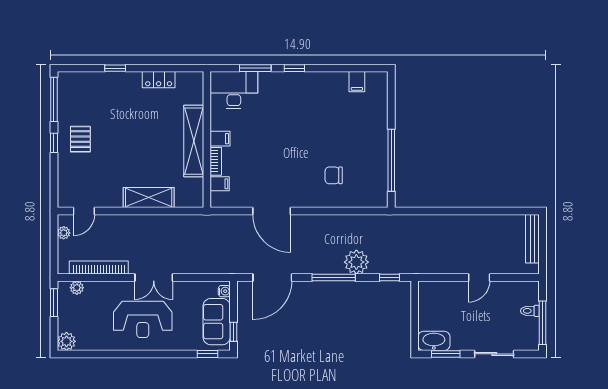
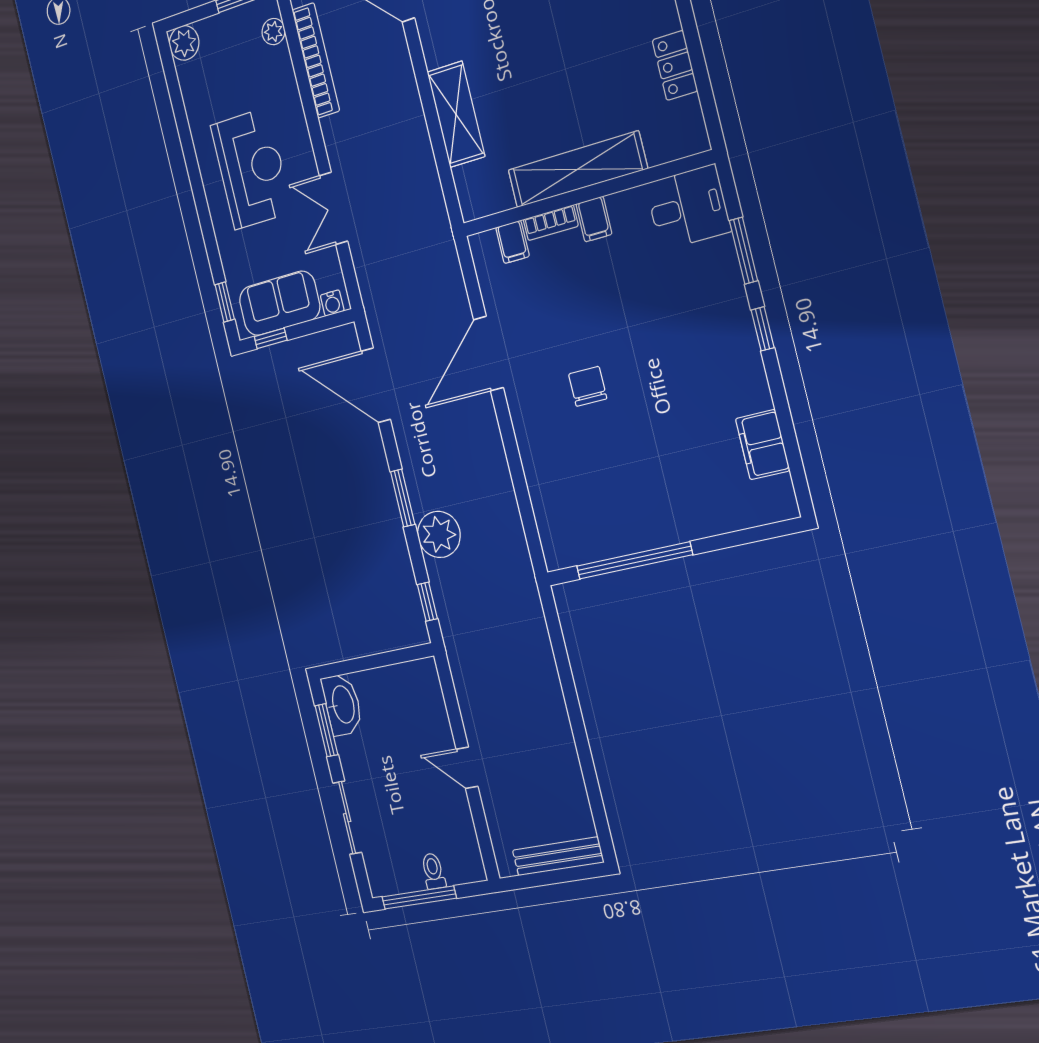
filing cabinet: (357, 82) -> (763, 445), width x2.00
desk: (234, 90) -> (688, 207), width x0.73
chair: (334, 175) -> (588, 386), moved
double door: (154, 278) -> (333, 208), moved
window: (334, 278) -> (403, 498), width x0.69
reception desk: (143, 319) -> (251, 169), turned 180

